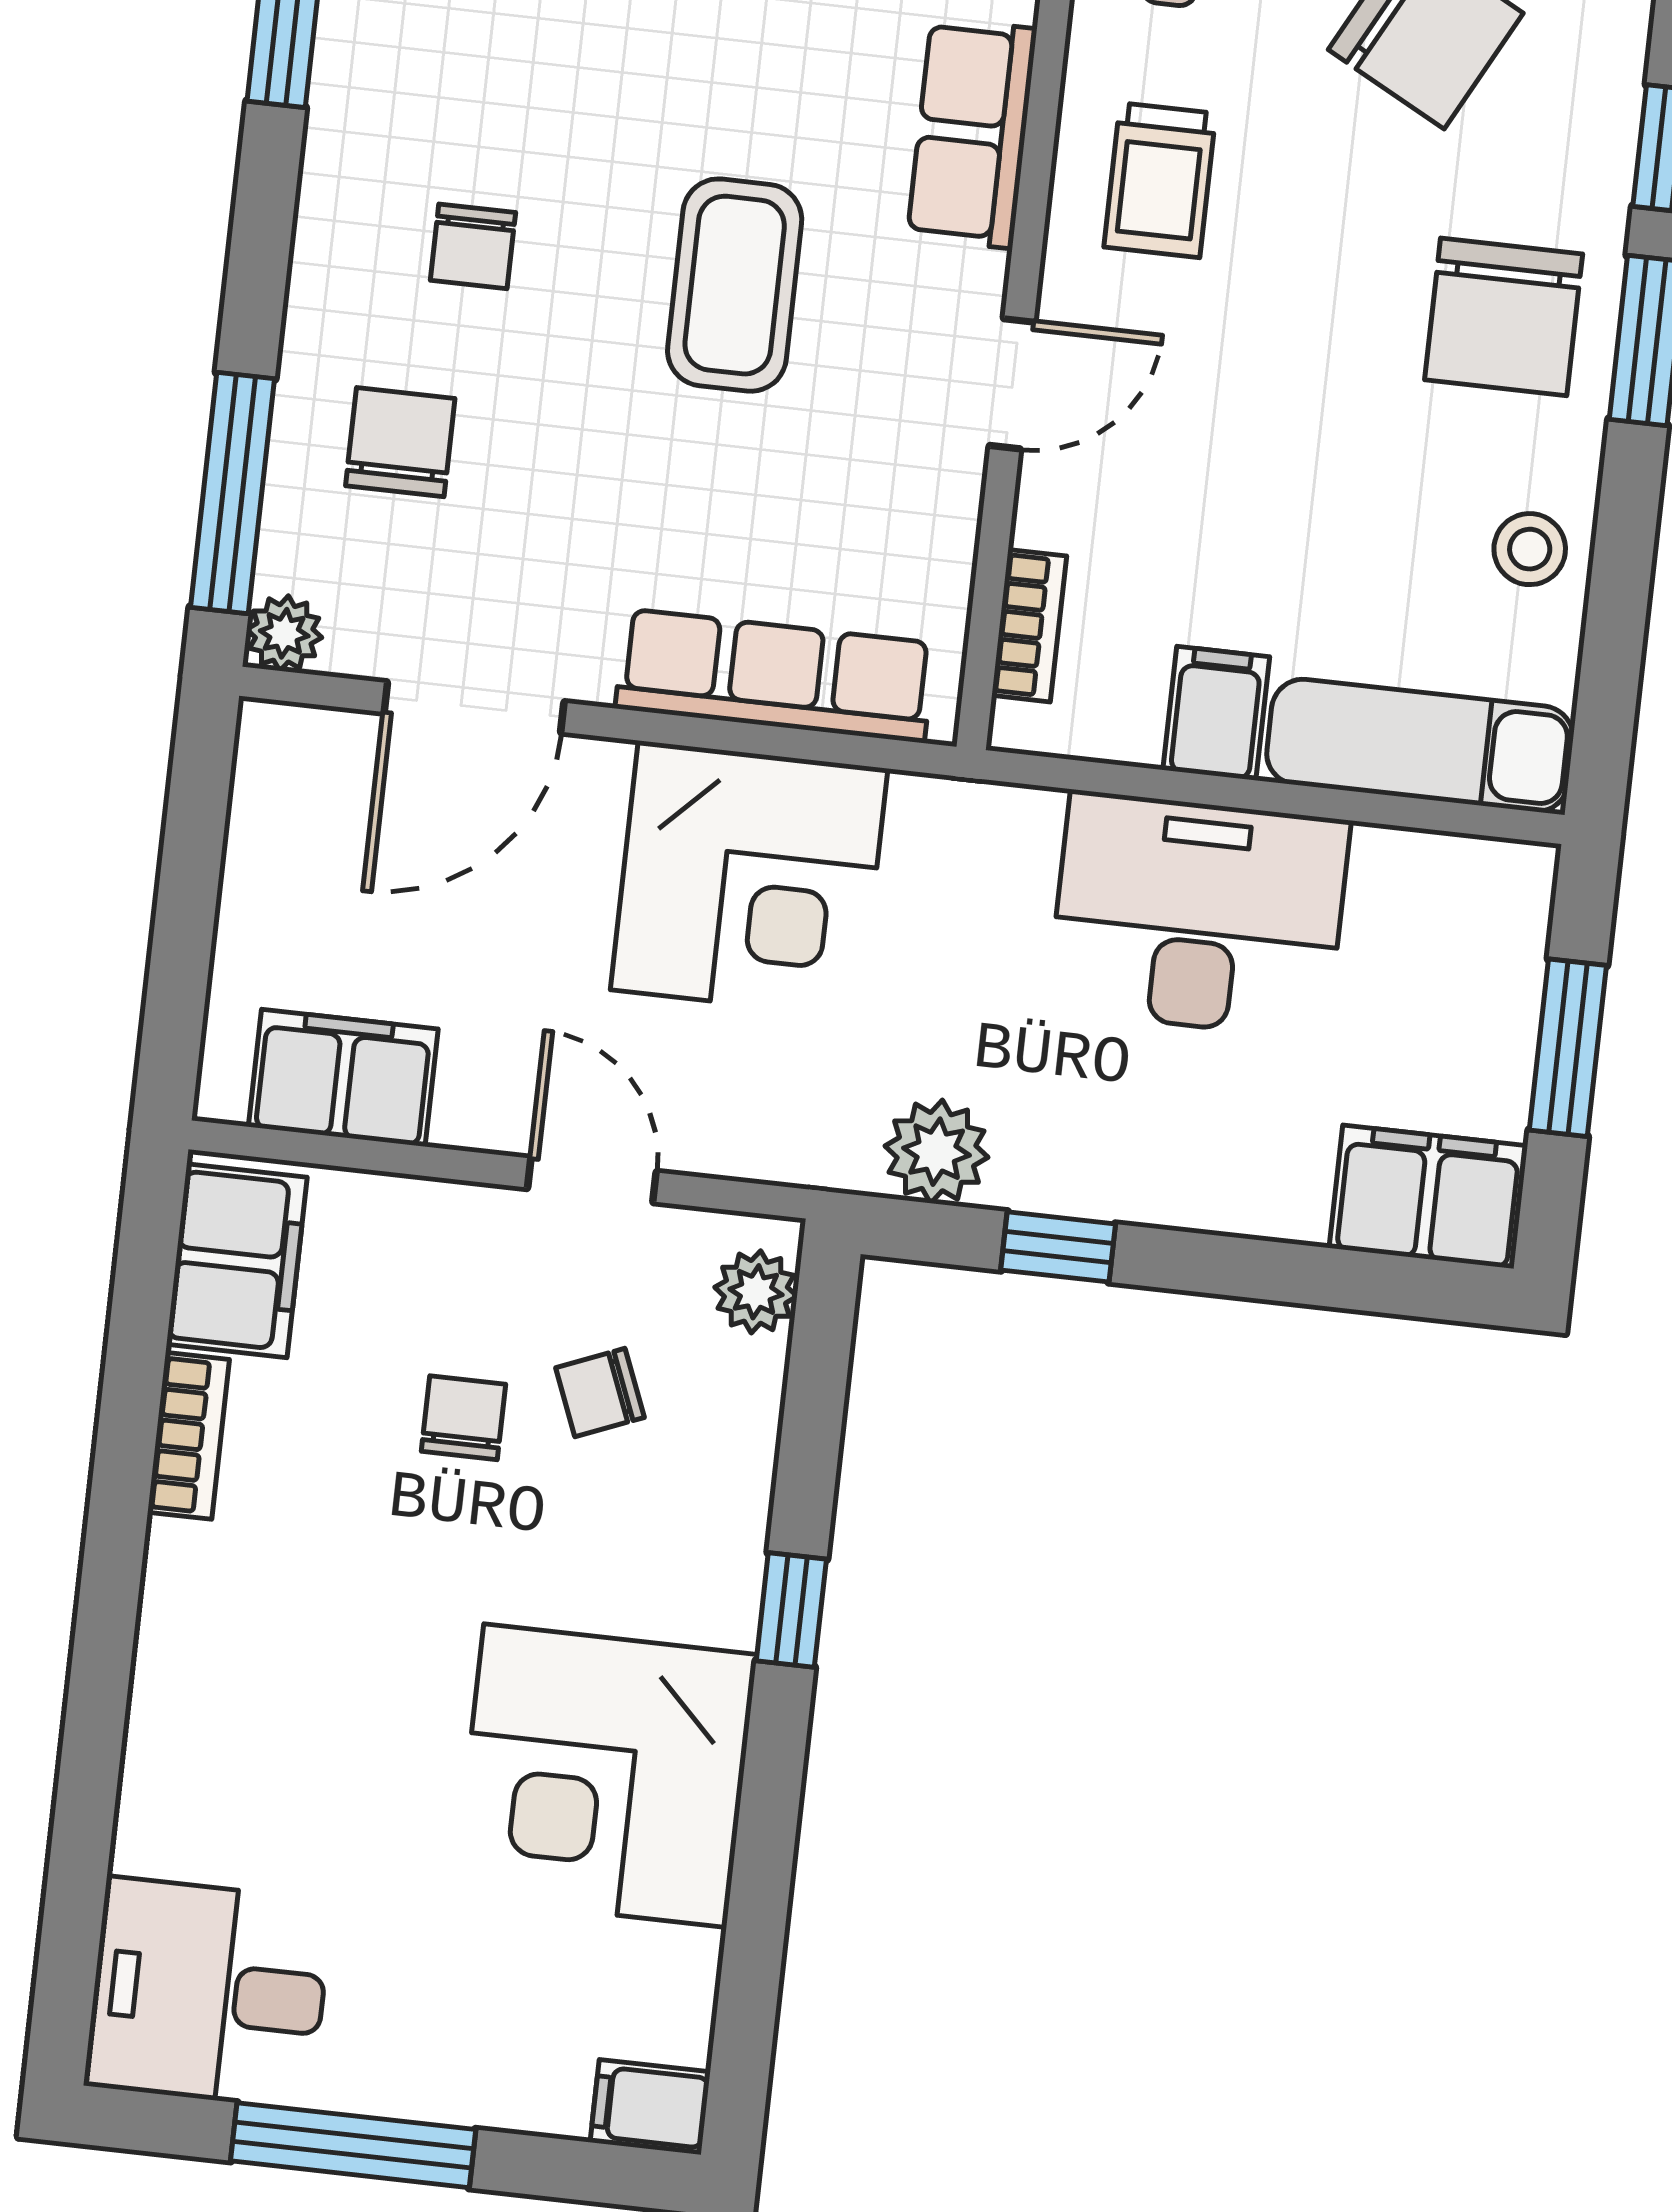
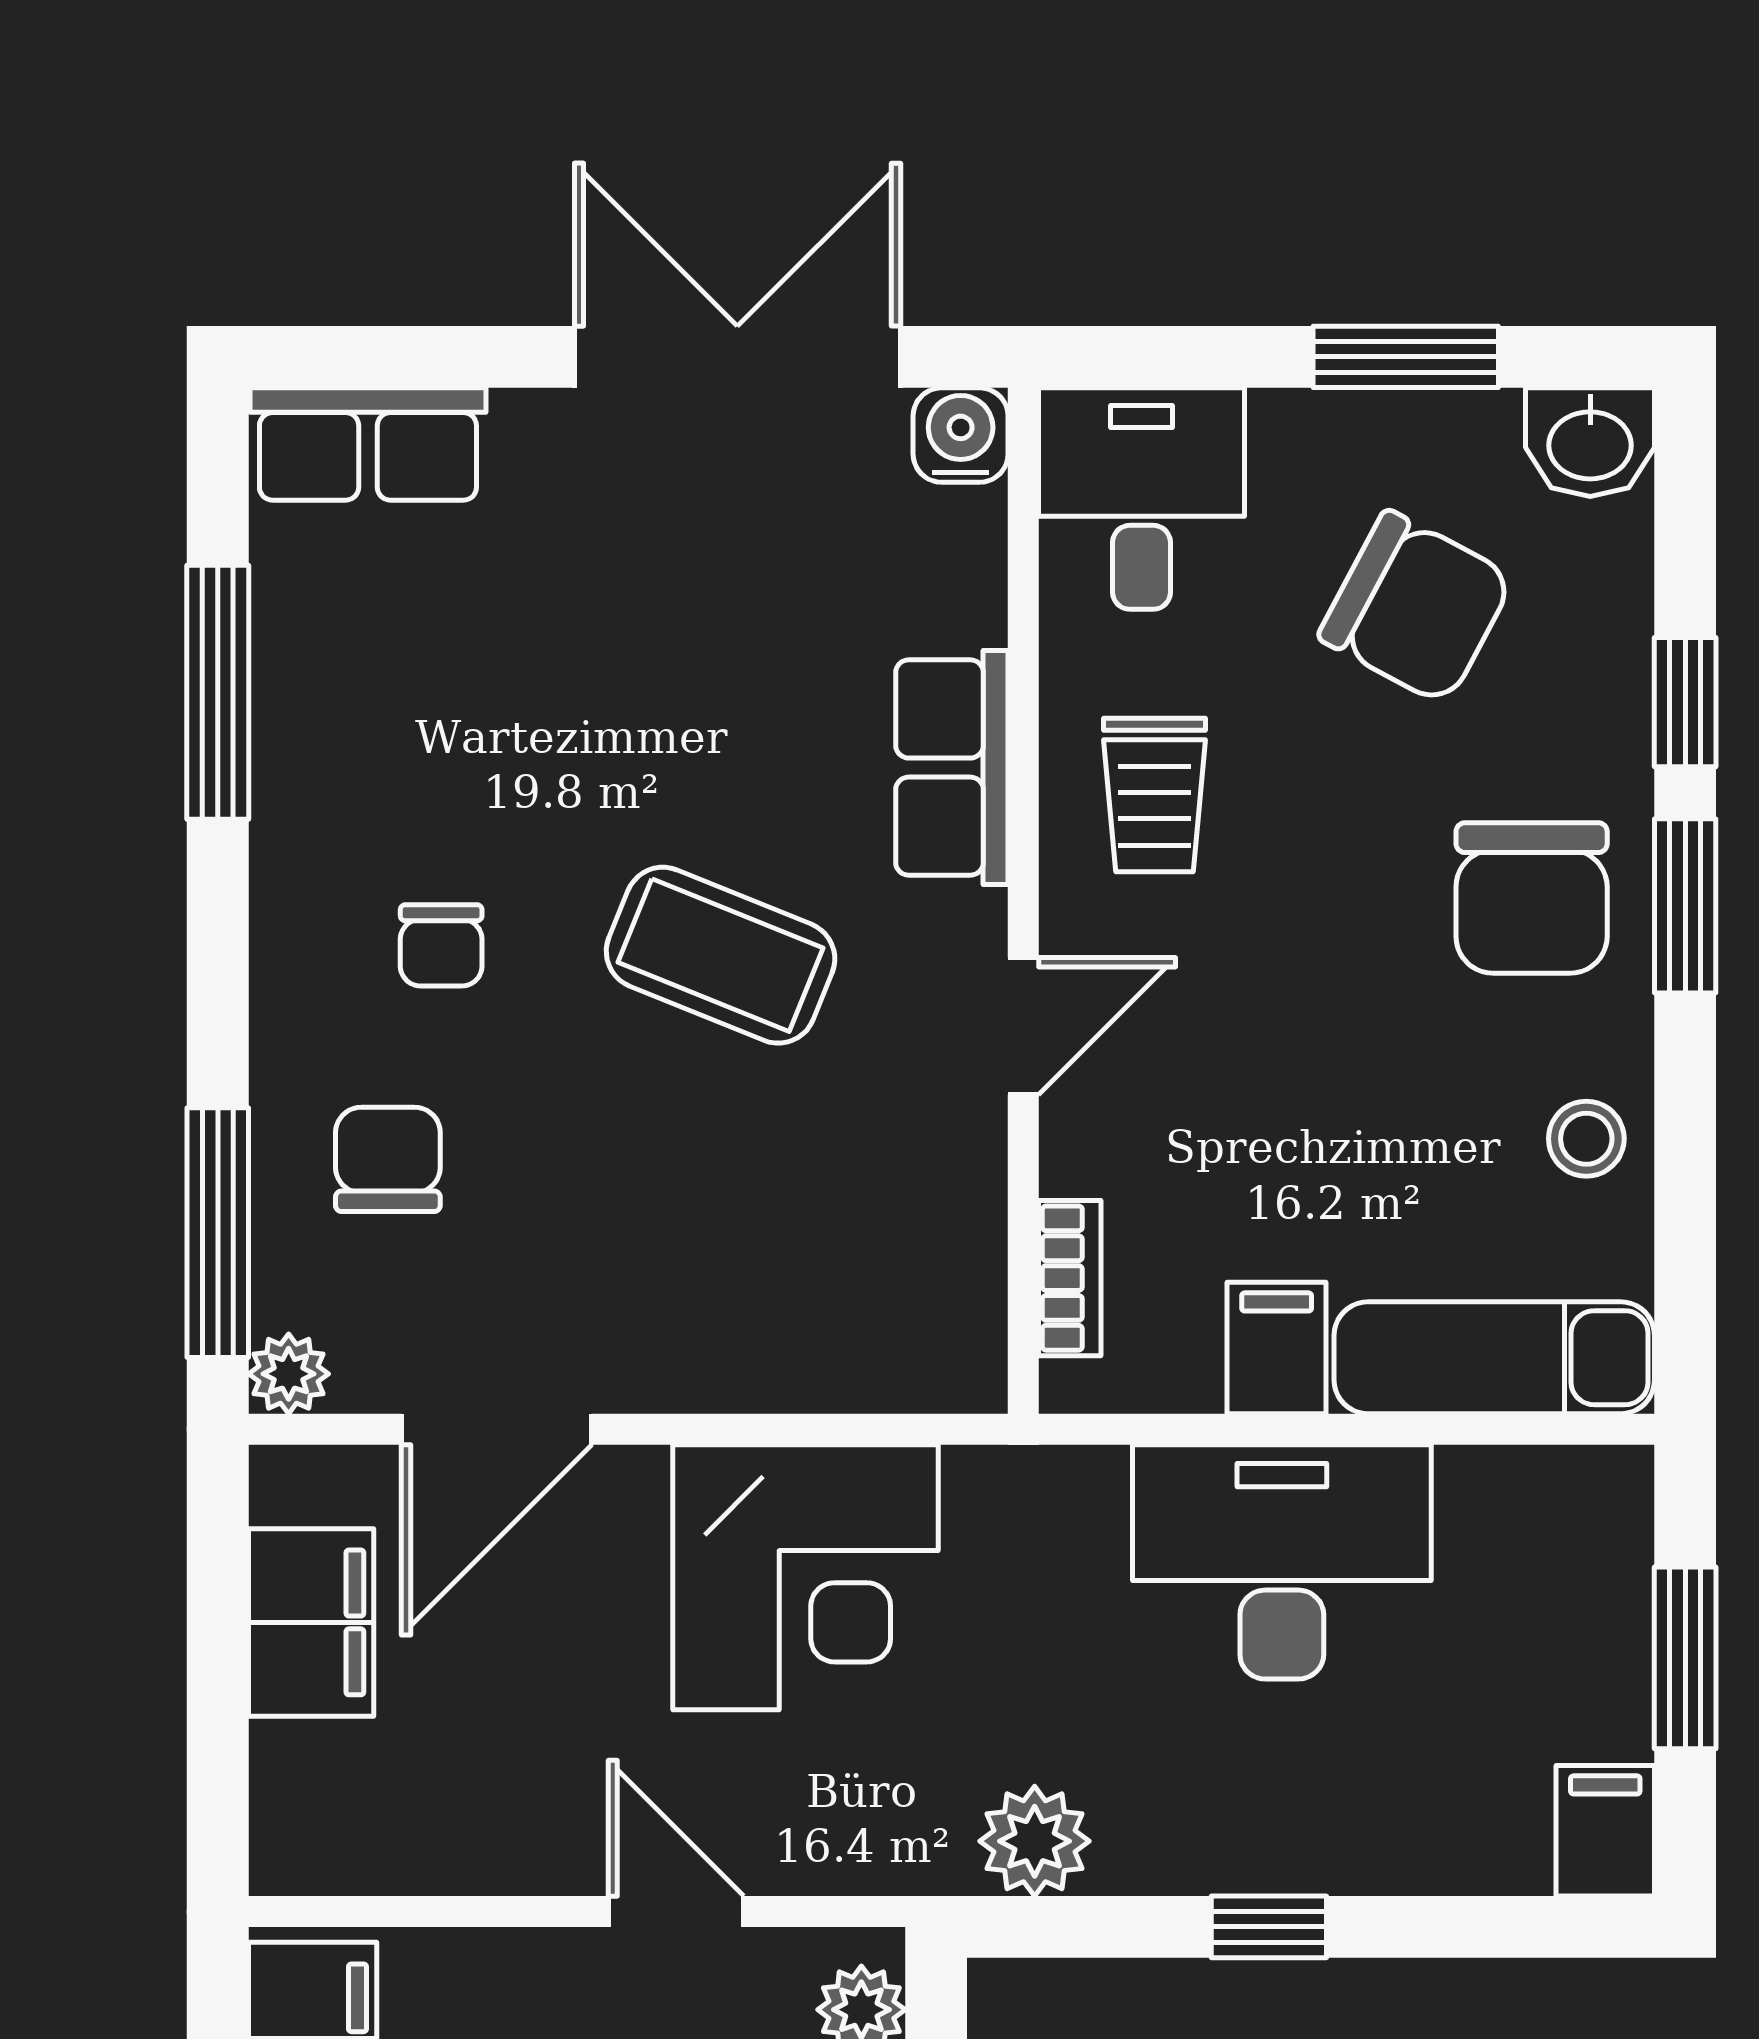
coffee table: (735, 285) -> (721, 955), turned -68
row of seats: (775, 676) -> (809, 1361), removed
filing cabinet: (343, 1078) -> (311, 1622), moved, turned 90
filing cabinet: (1428, 1197) -> (1605, 1831), width x0.50
window: (1058, 1247) -> (1269, 1927), moved

